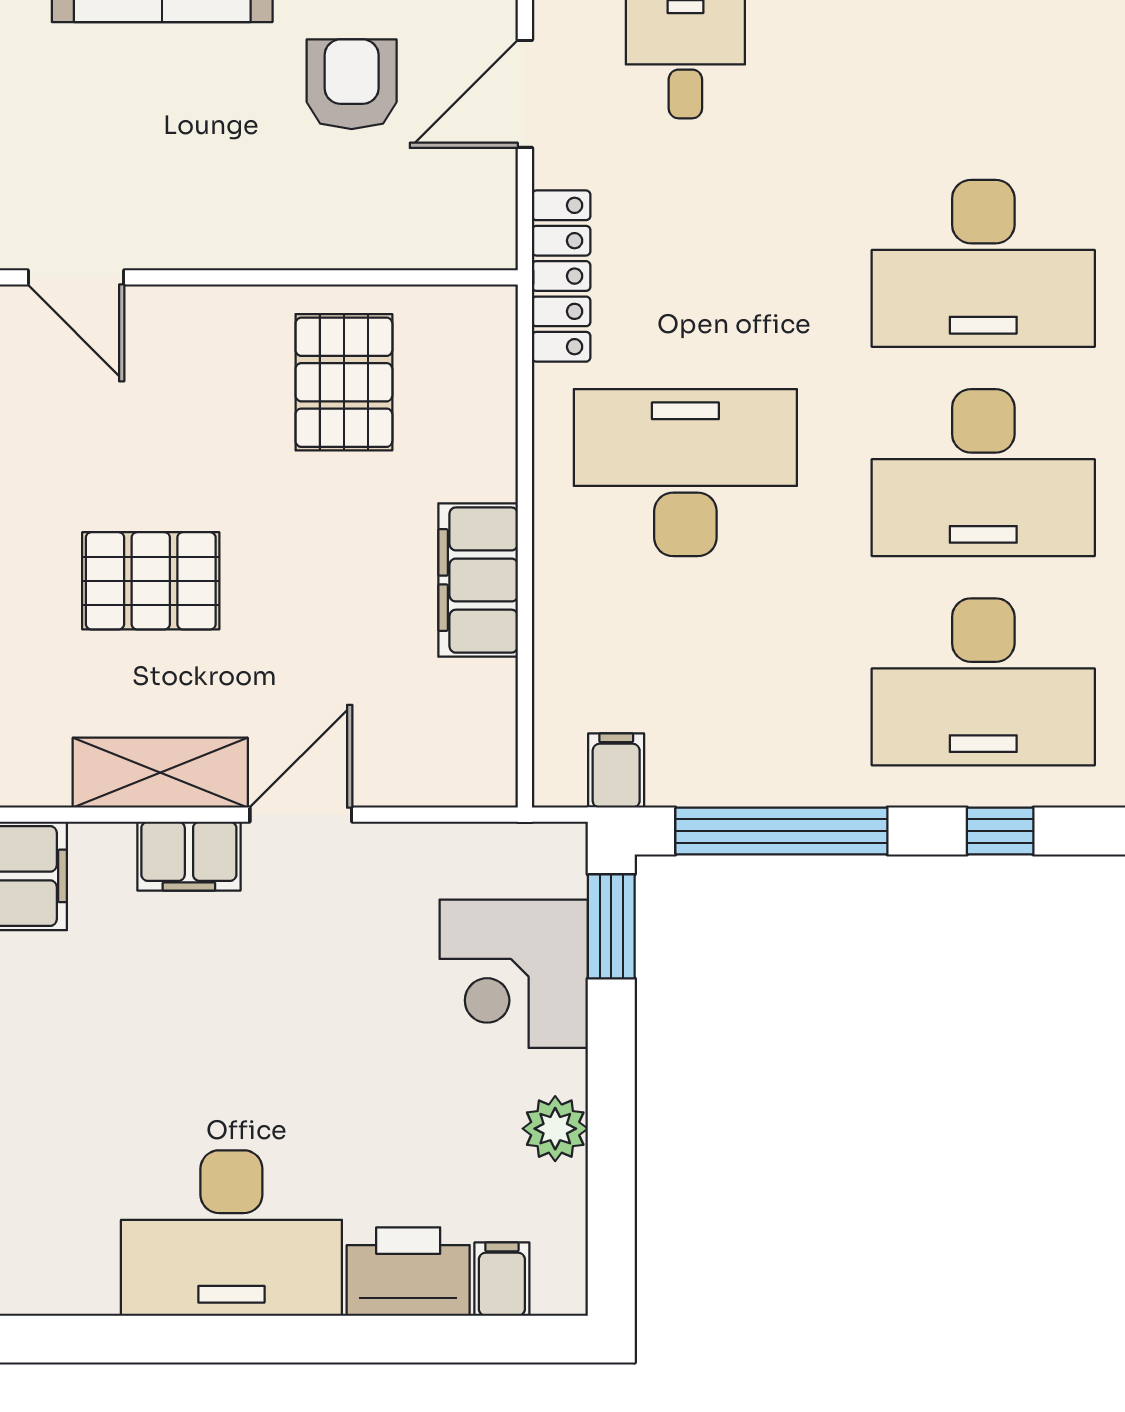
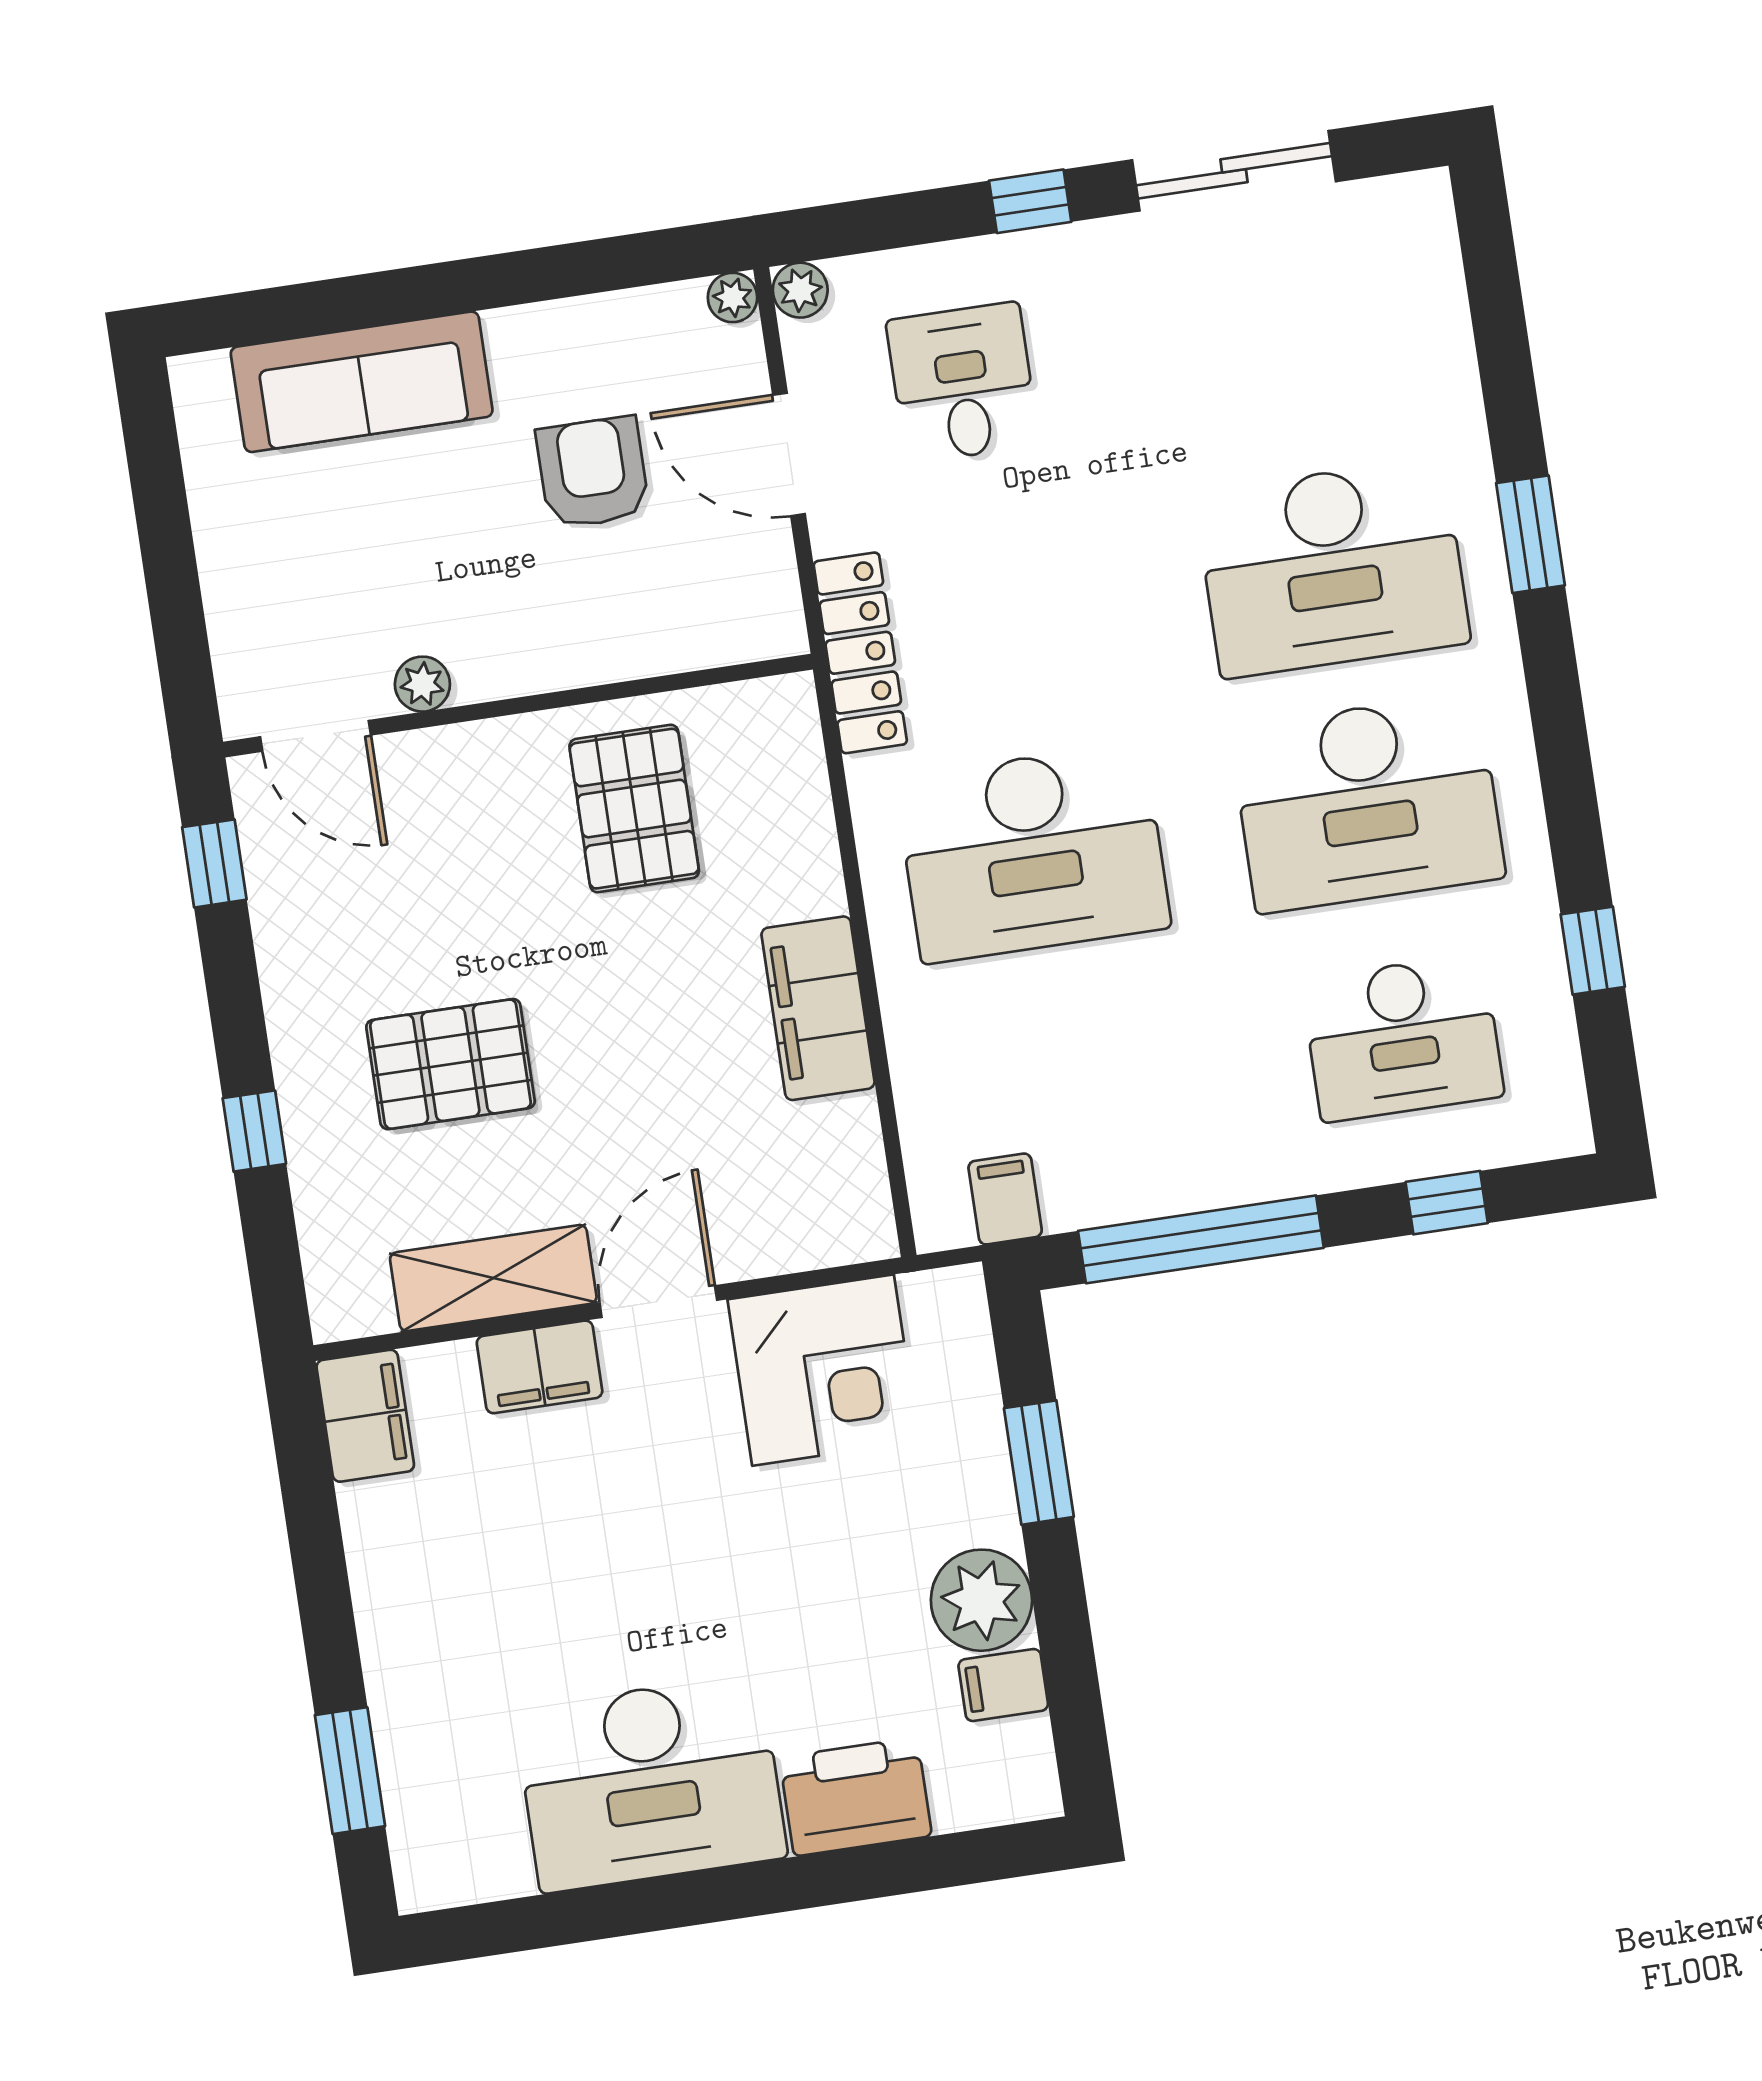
door: (525, 94) -> (789, 454), hinge flipped
plant: (176, 246) -> (422, 684), added
desk: (685, 473) -> (1033, 853), turned 180
desk: (983, 682) -> (1403, 1038), width x0.73, depth x0.77
window: (611, 926) -> (1039, 1463), moved
corner desk: (514, 974) -> (823, 1370), moved, turned -90
plant: (555, 1129) -> (981, 1600), width x1.36, depth x1.36
filing cabinet: (502, 1279) -> (1003, 1685), moved, turned -90

